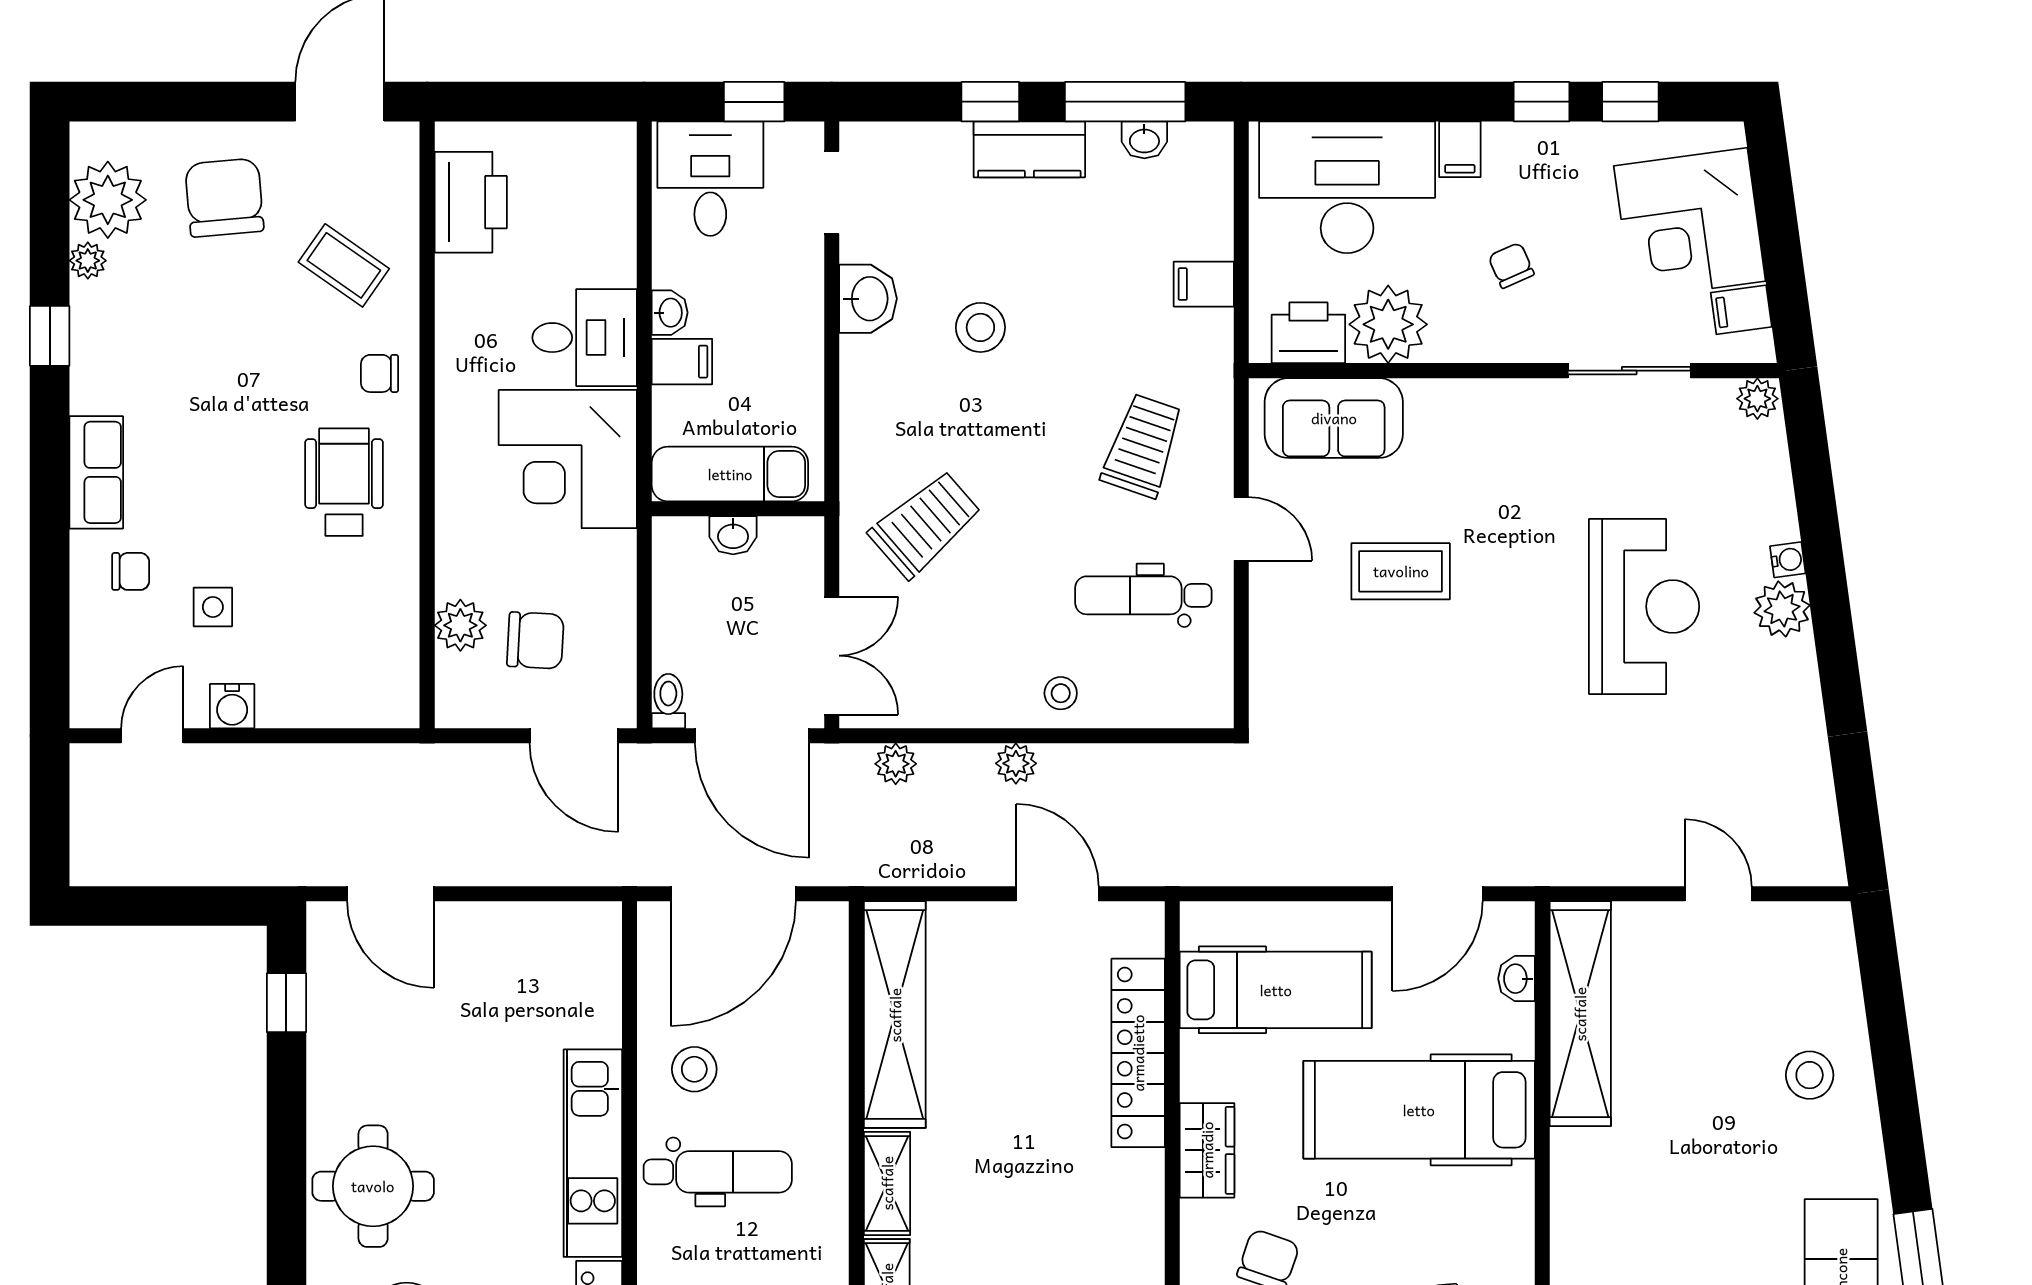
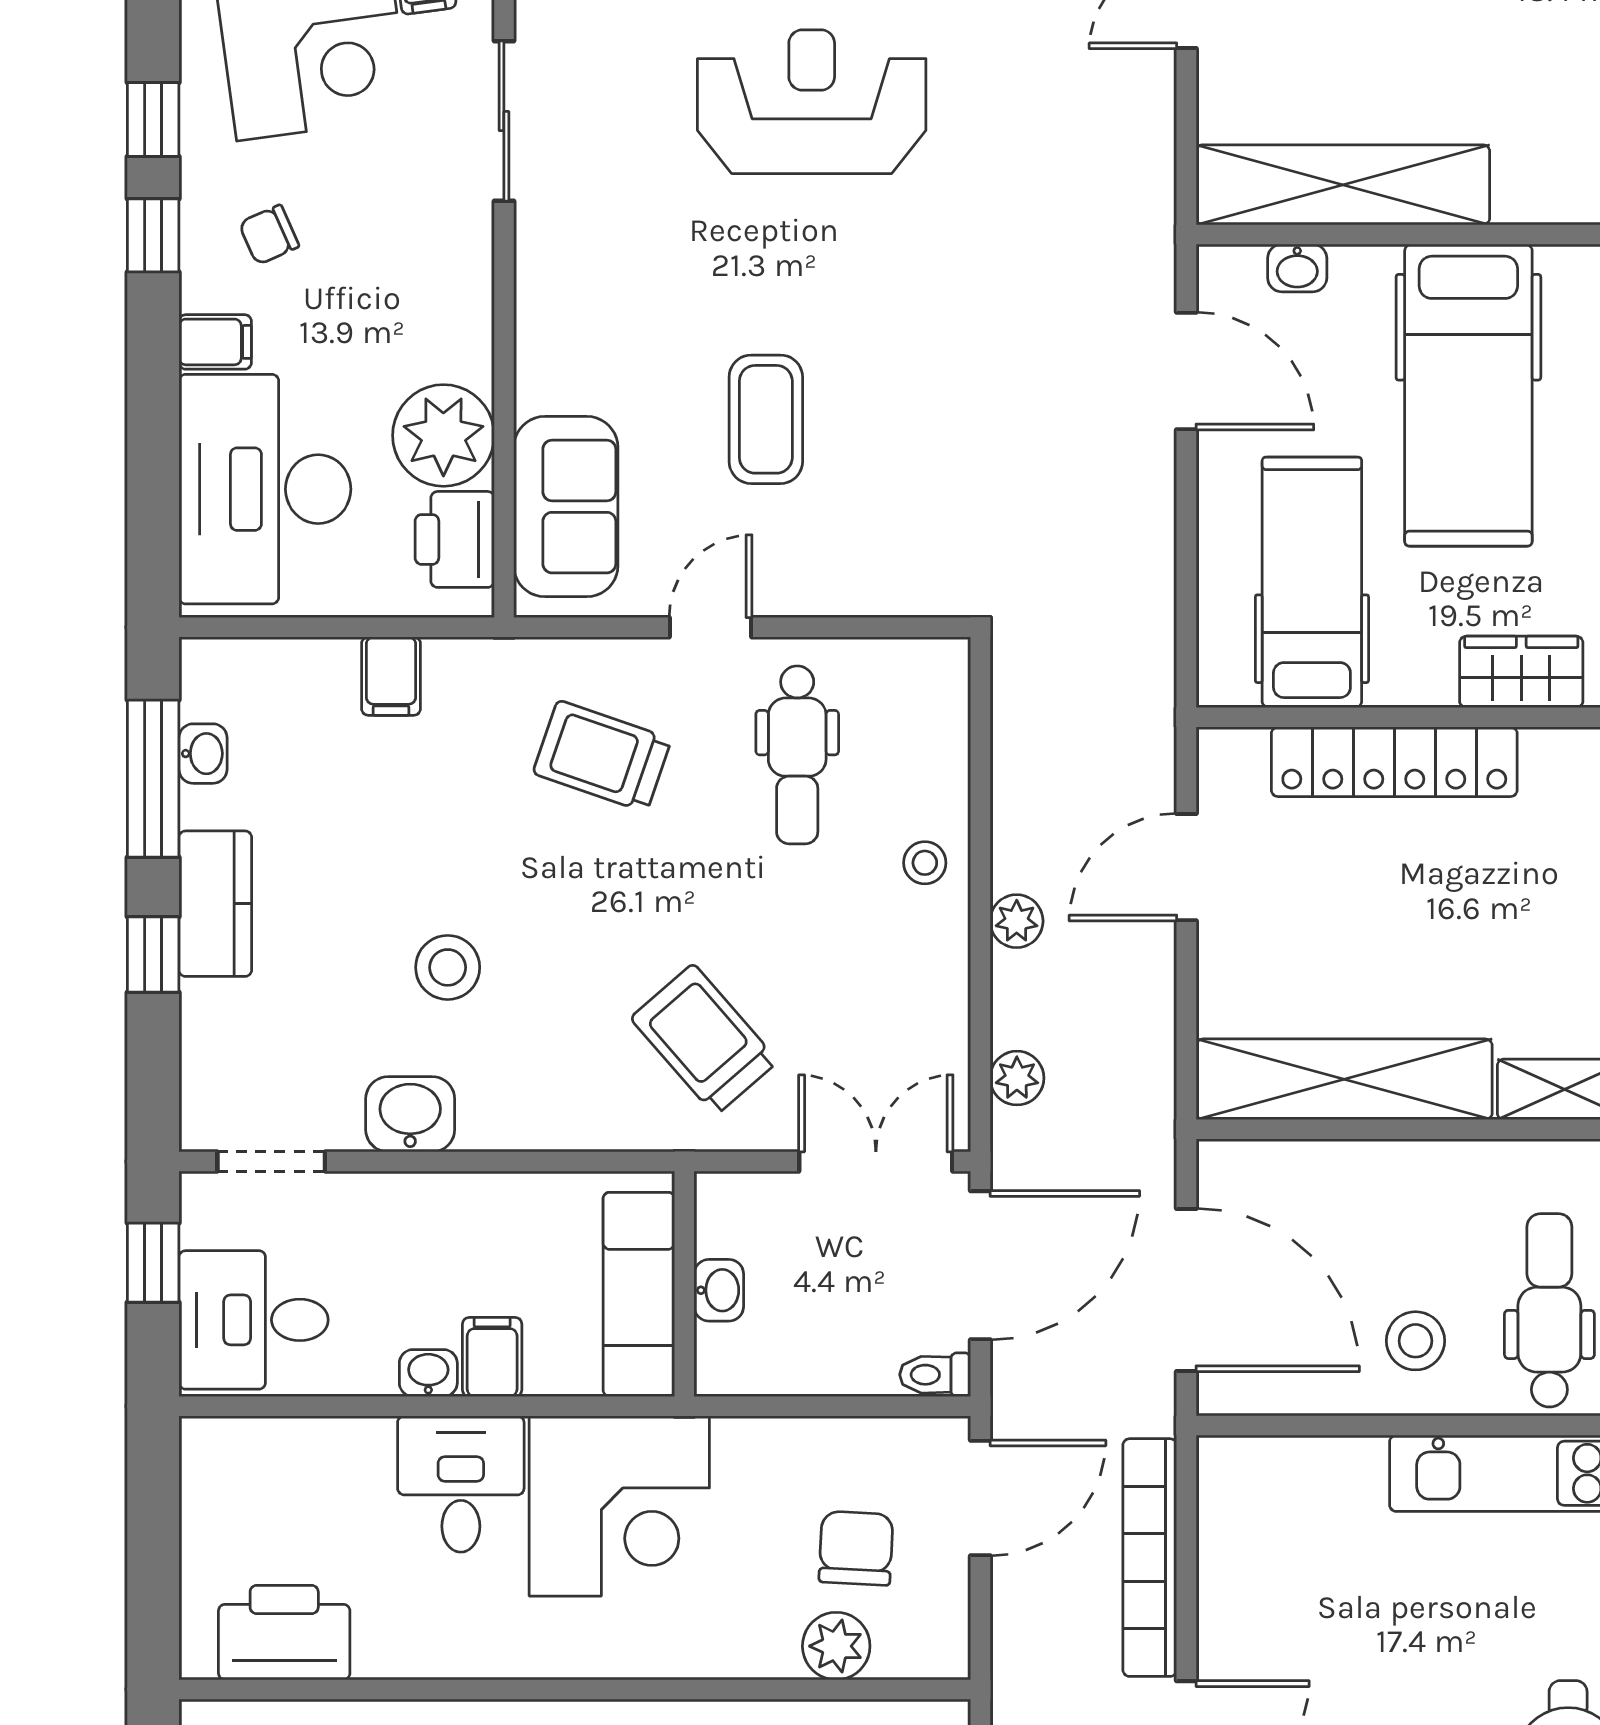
chair: (1511, 265) -> (269, 235), moved
bookcase: (528, 866) -> (1150, 1558), added

